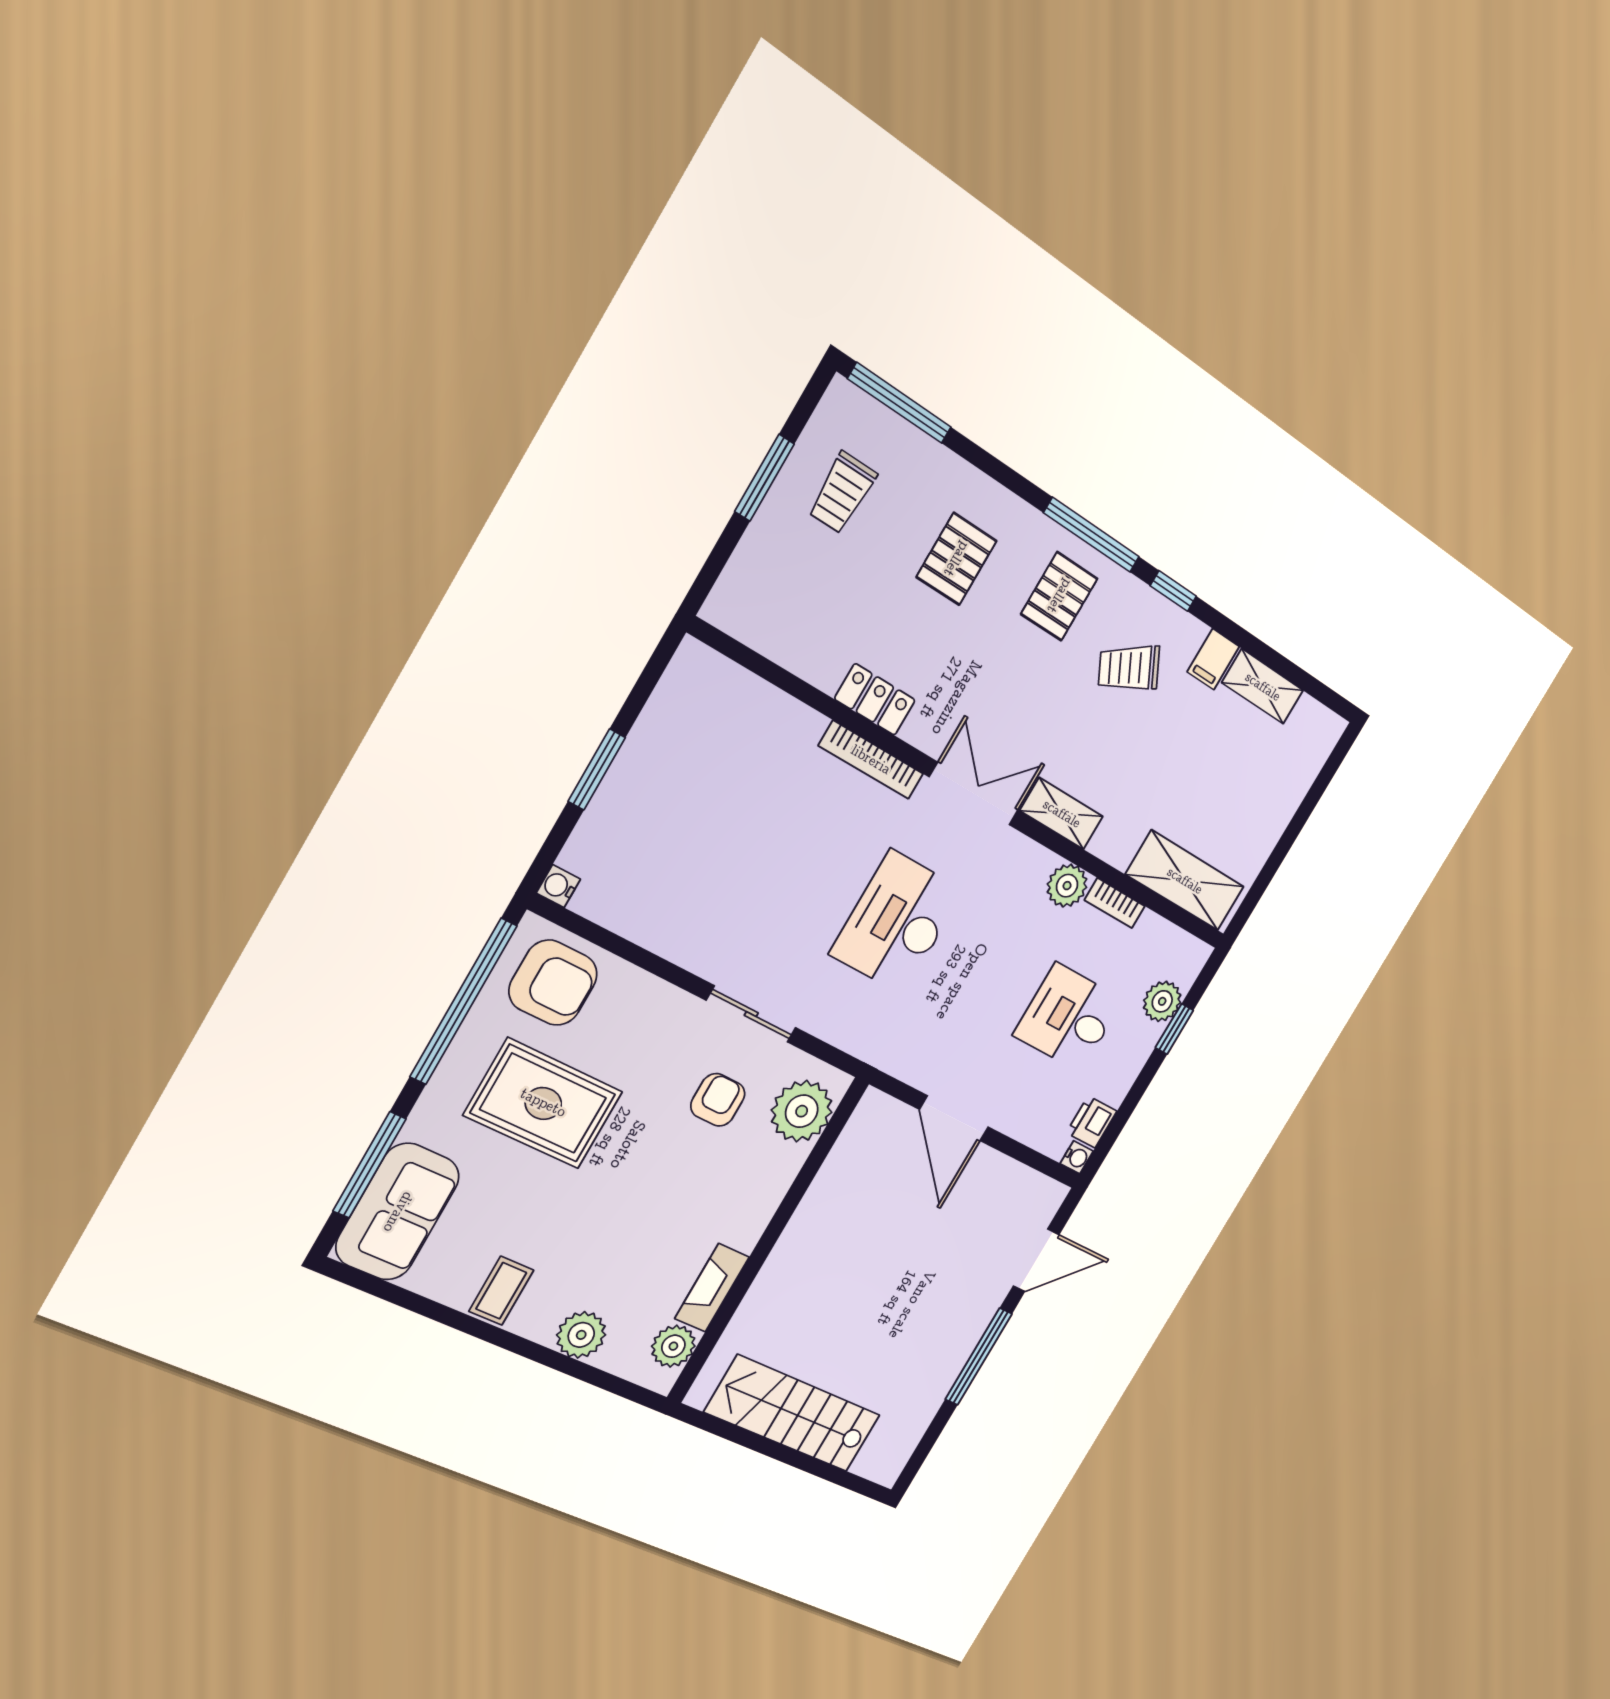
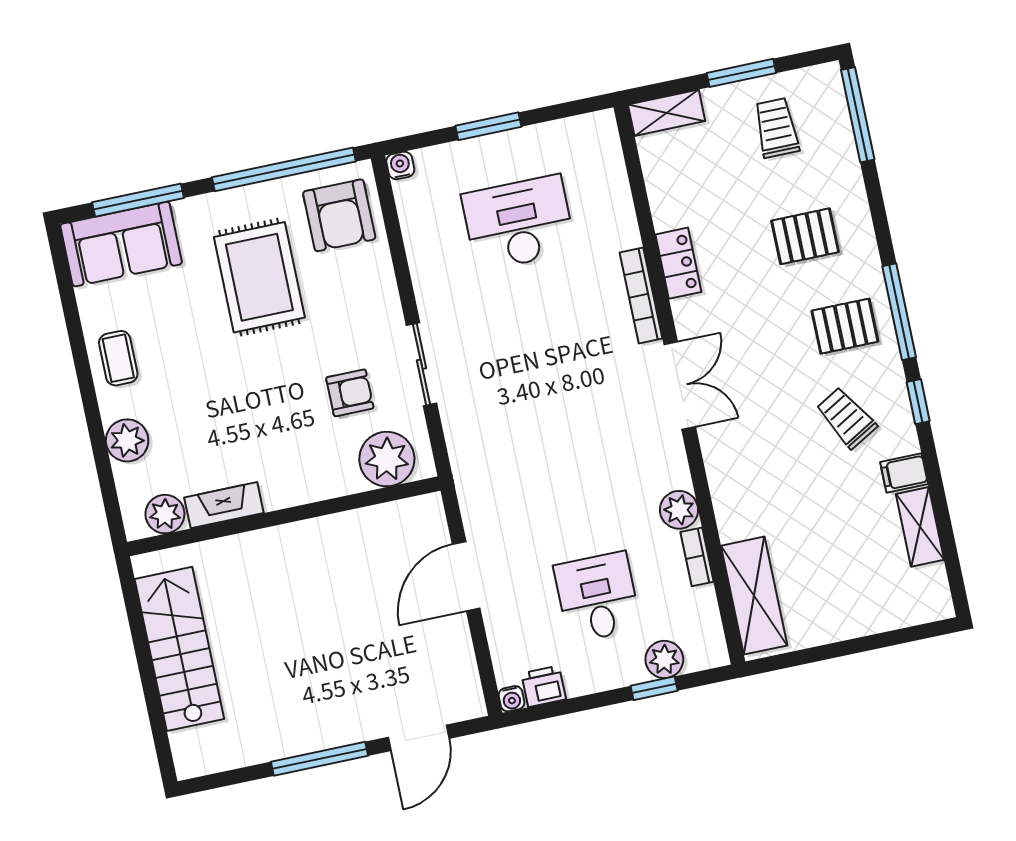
trolley: (842, 493) -> (776, 128), turned 90
shelving: (1062, 814) -> (667, 113), moved, turned 90
desk: (897, 922) -> (519, 223), moved
door: (1036, 1260) -> (419, 738), hinge flipped
coffee table: (501, 1291) -> (118, 358), turned 90

